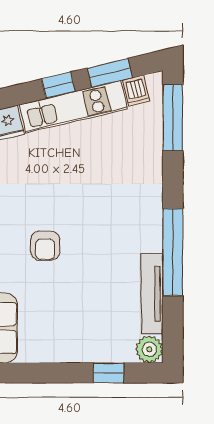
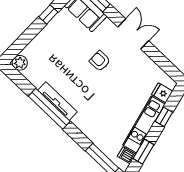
window: (58, 85) -> (164, 117), moved
tv unit: (152, 293) -> (57, 101), moved
window: (108, 373) -> (48, 14), moved

